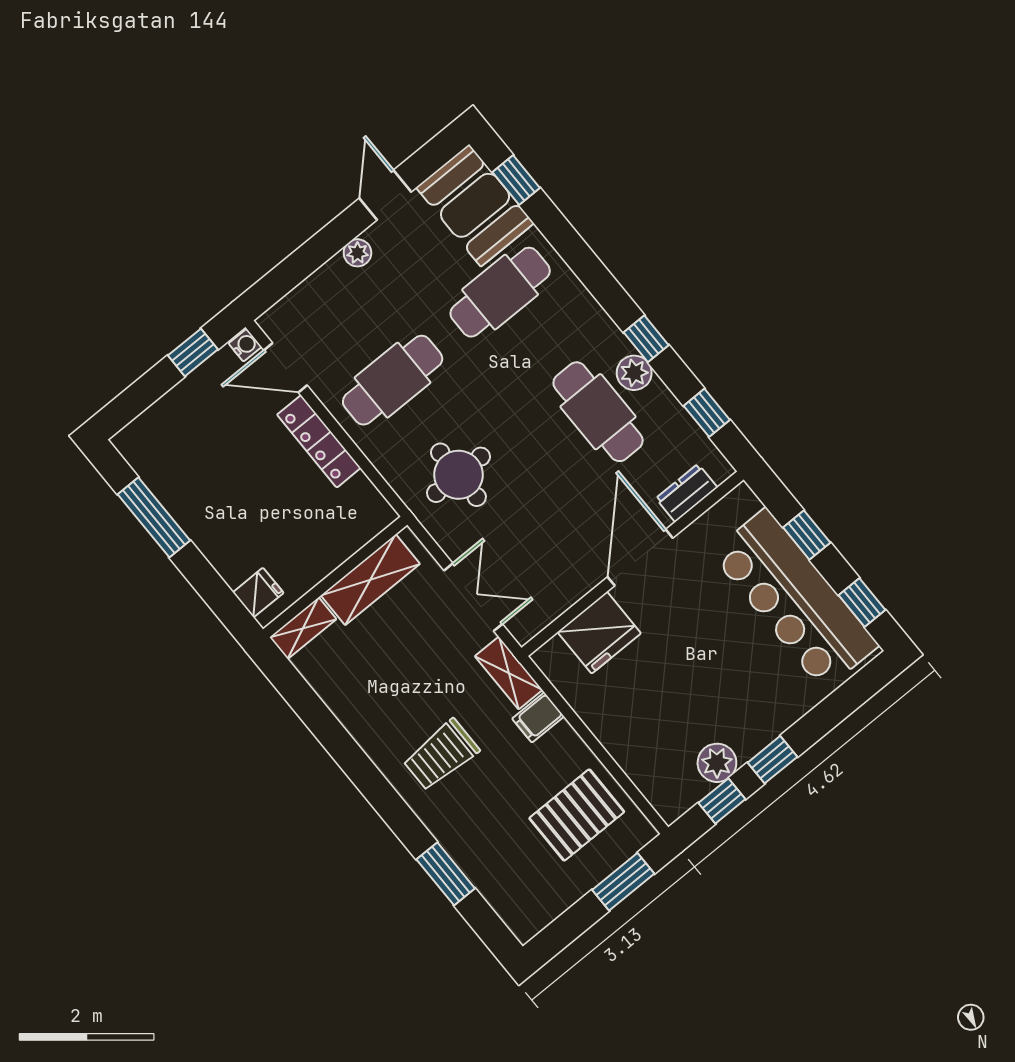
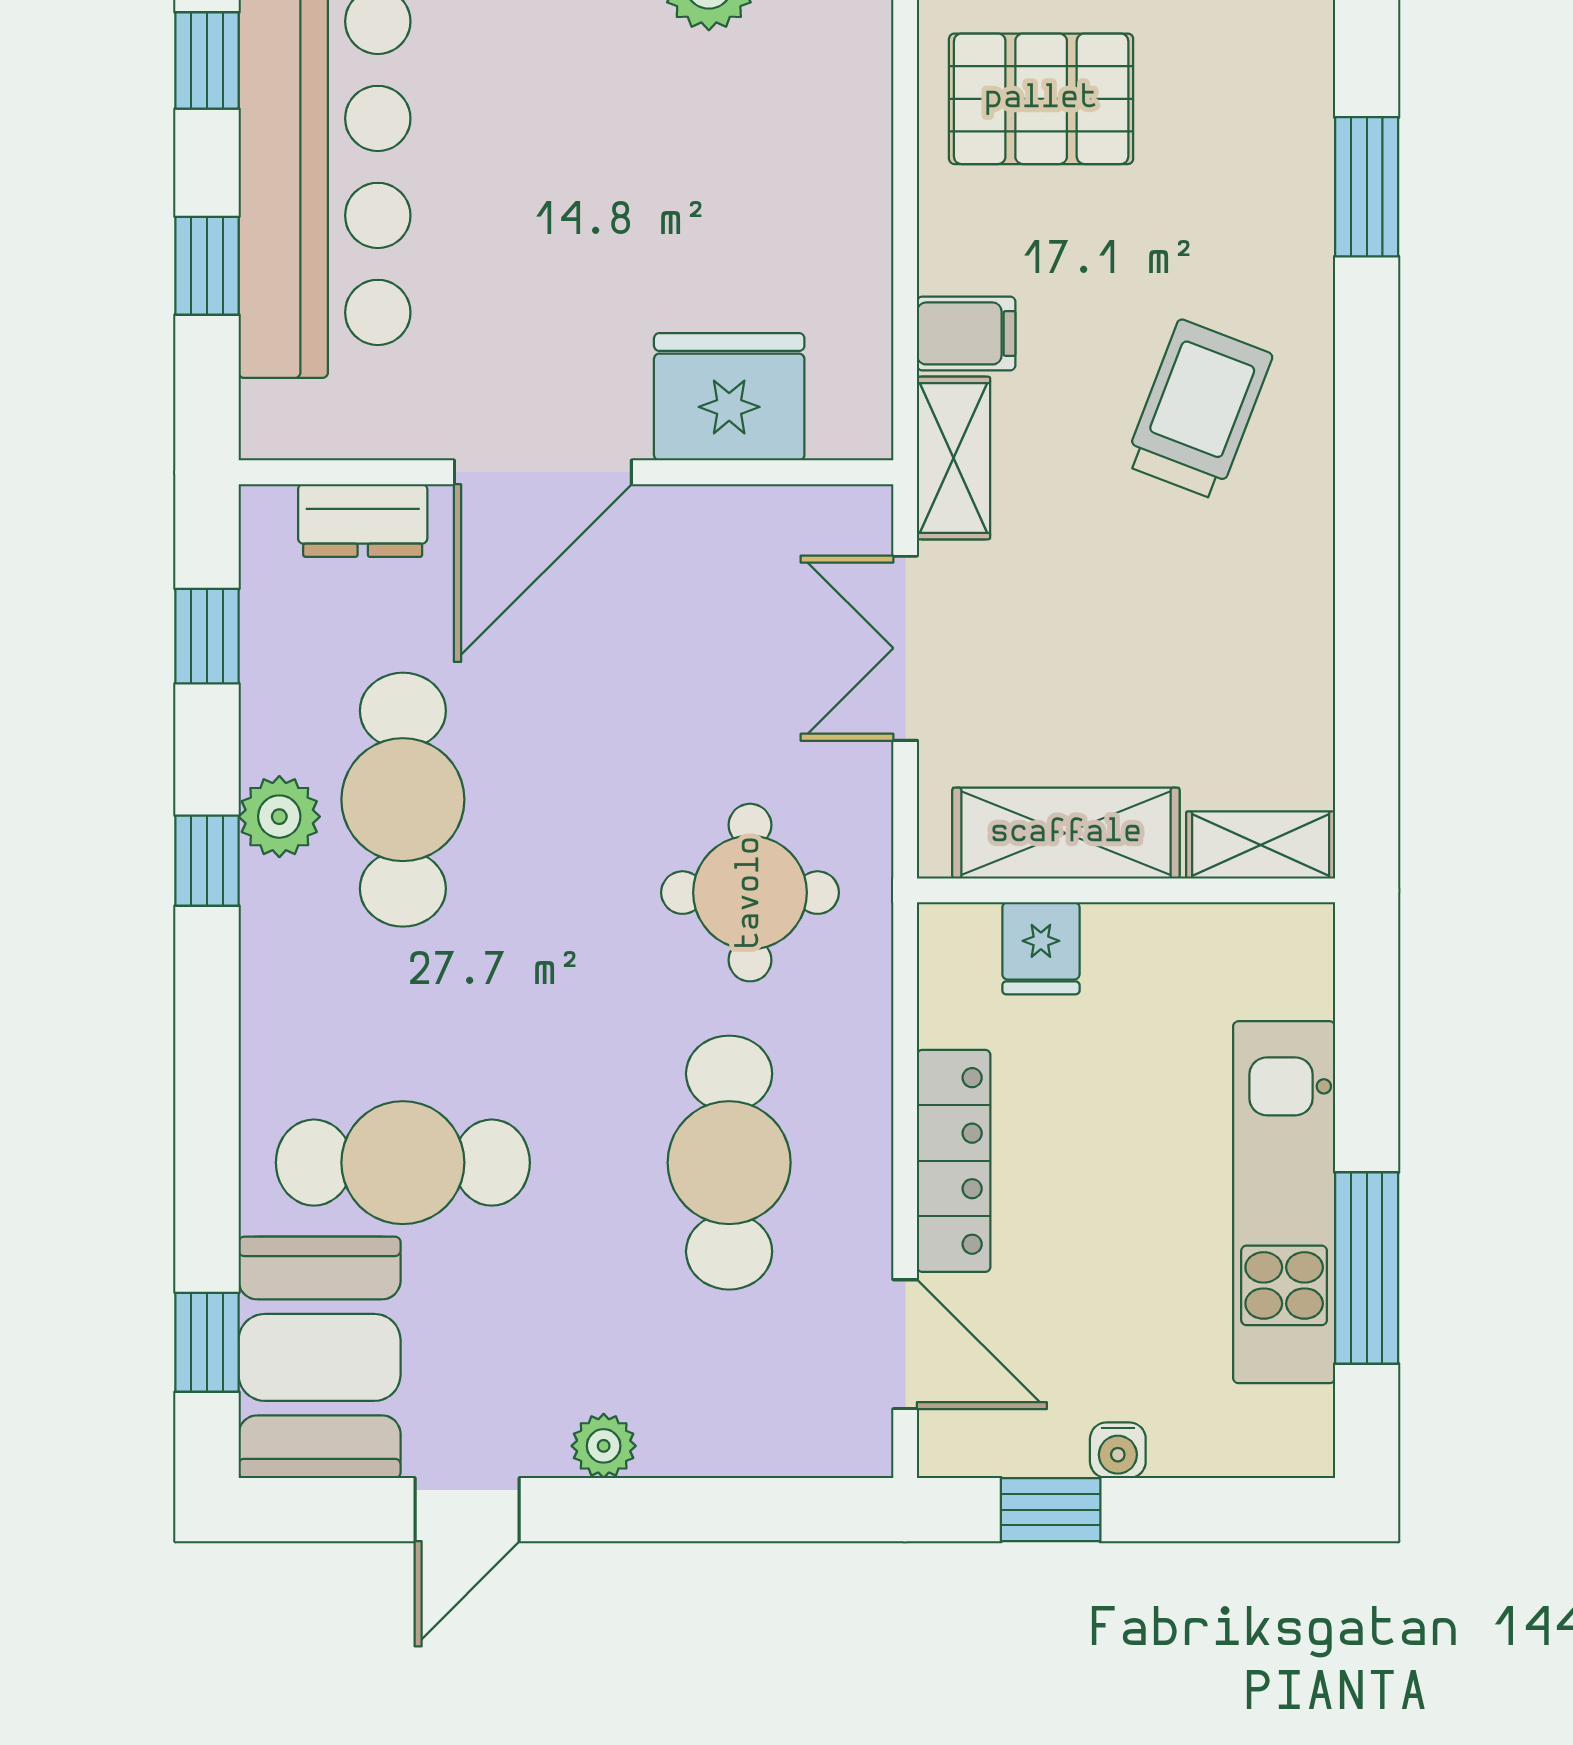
water cooler: (245, 345) -> (1118, 1450), moved, turned -90
cafe table: (393, 380) -> (729, 1163), turned 90
kitchen unit: (199, 517) -> (1284, 1202), added
fridge: (258, 593) -> (1041, 948), moved, turned -90
trolley: (441, 755) -> (1198, 409), turned -69

